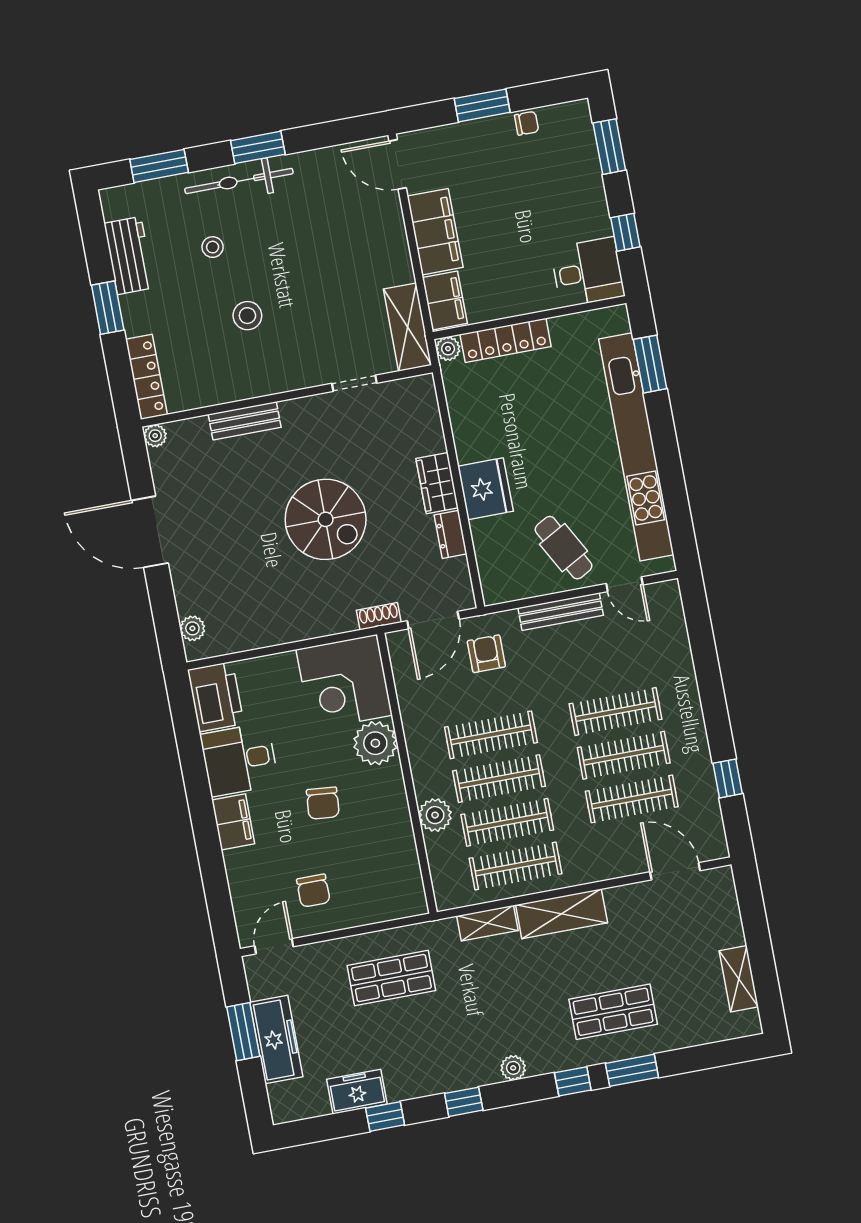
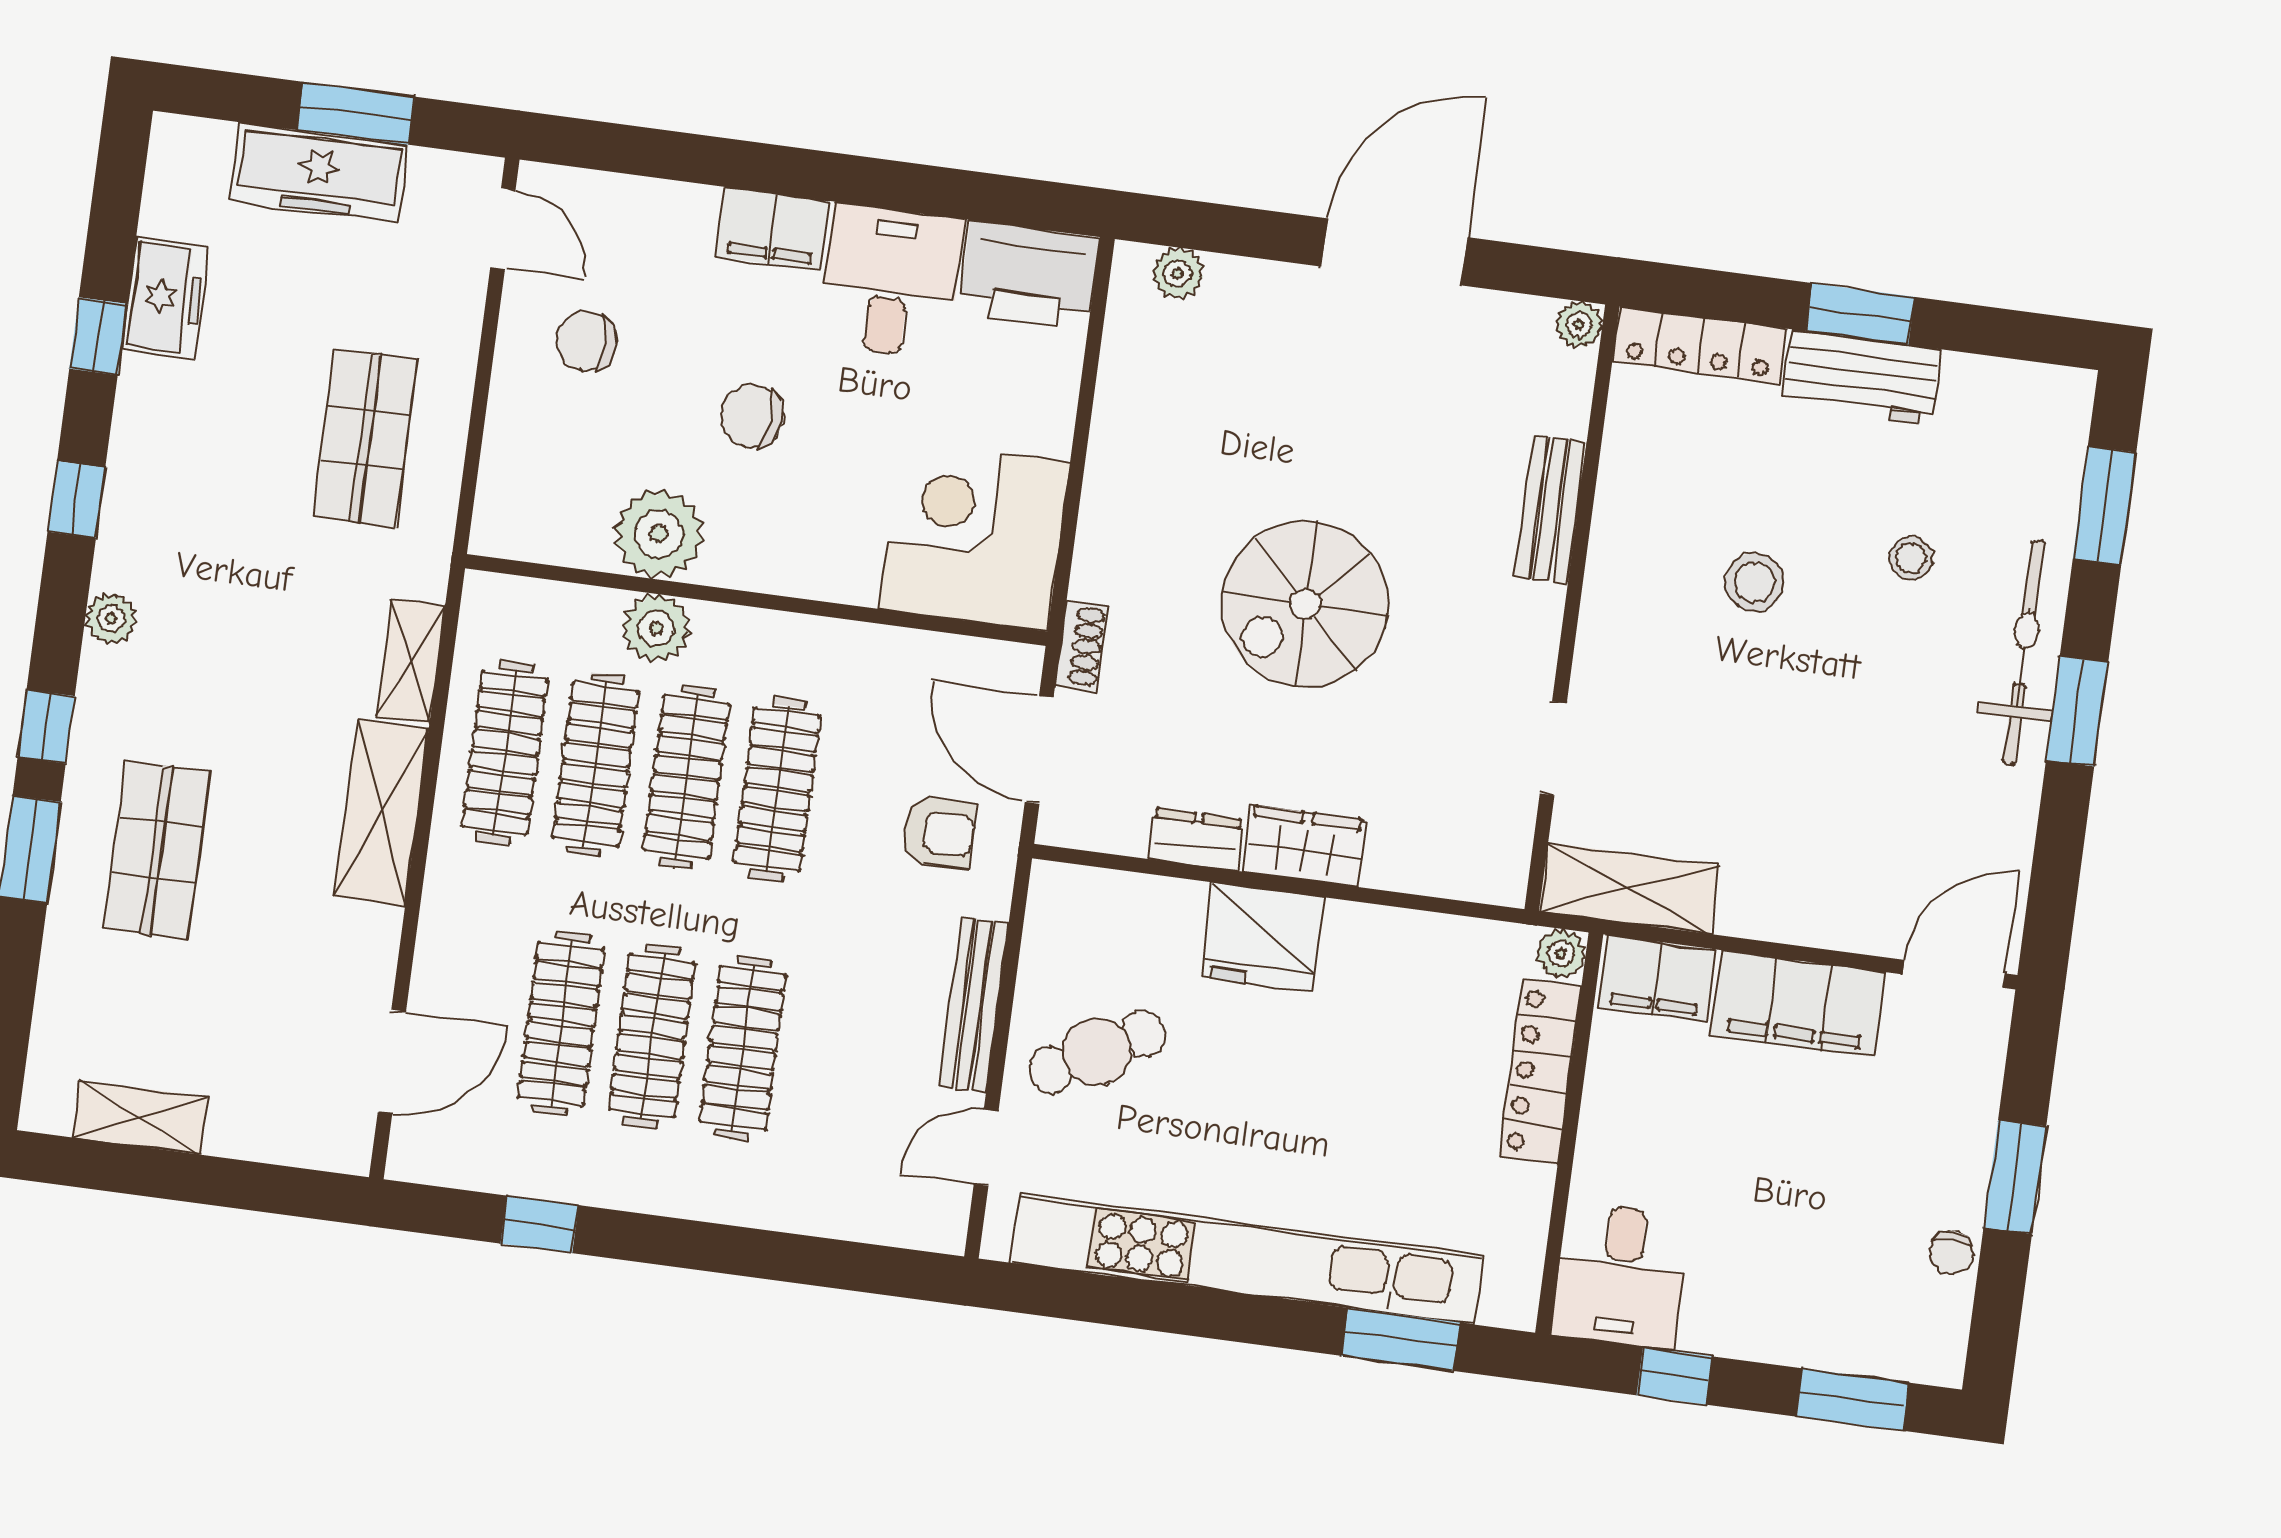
workbench: (129, 256) -> (1861, 378), moved
plant: (375, 743) -> (659, 534), moved

